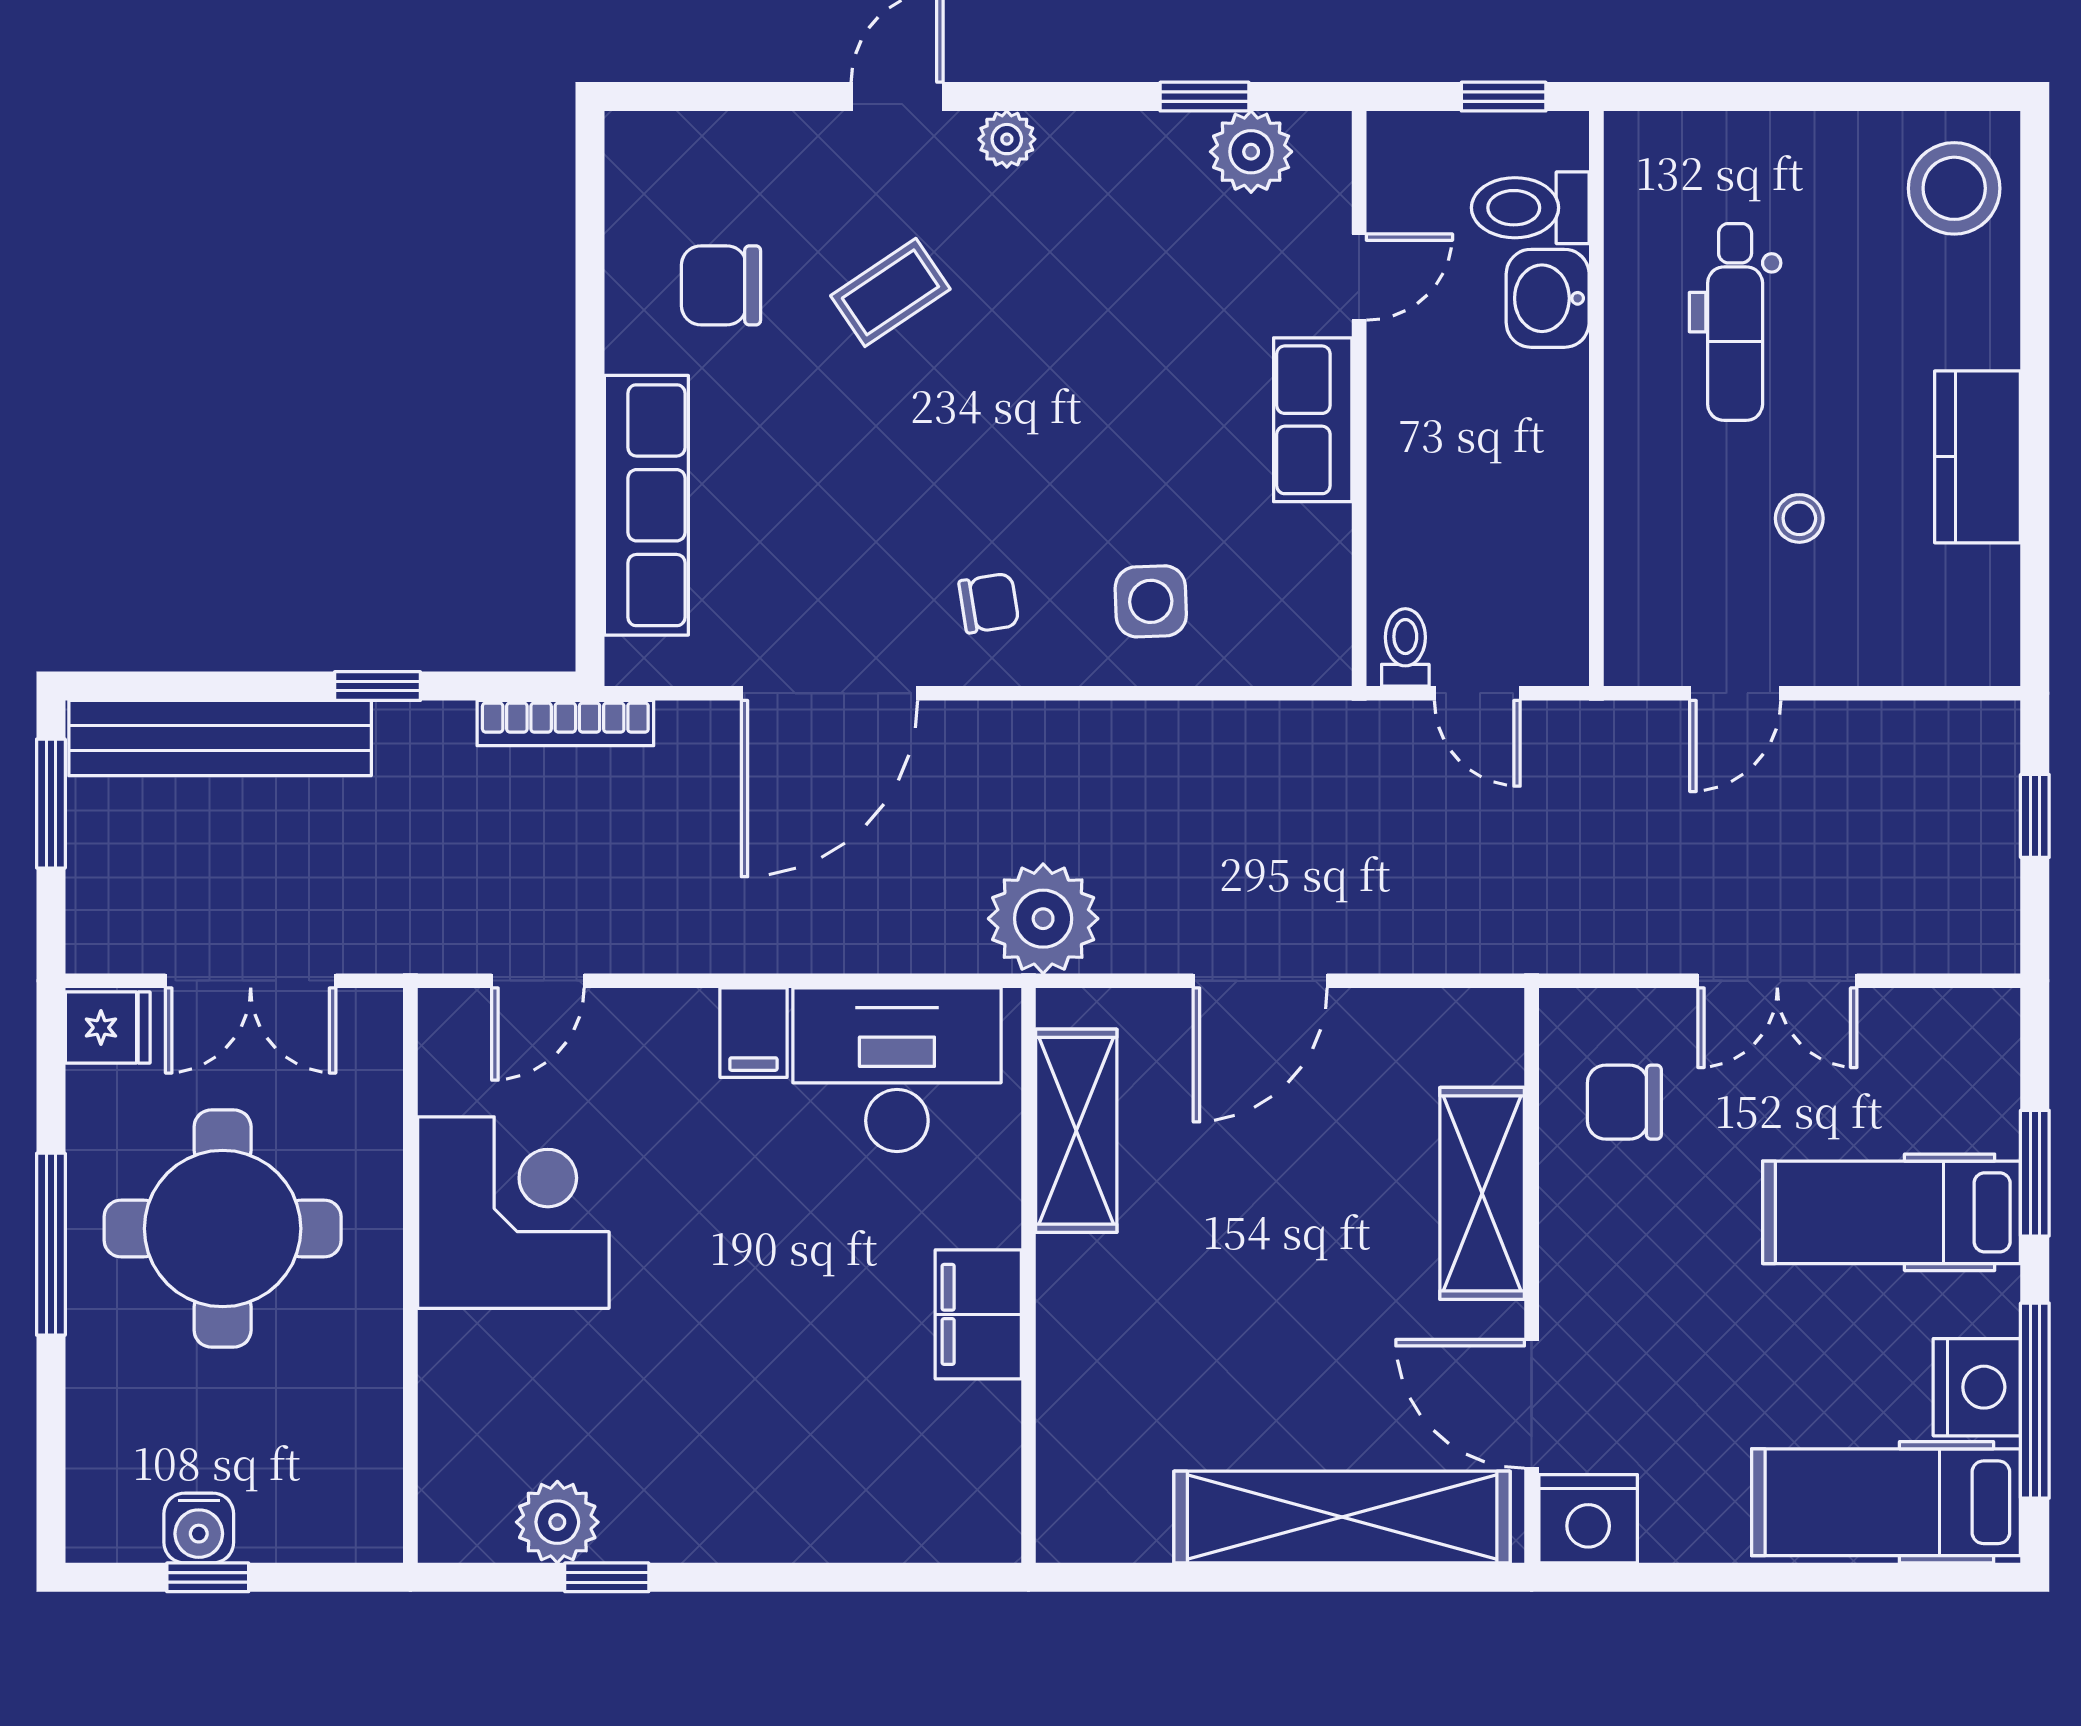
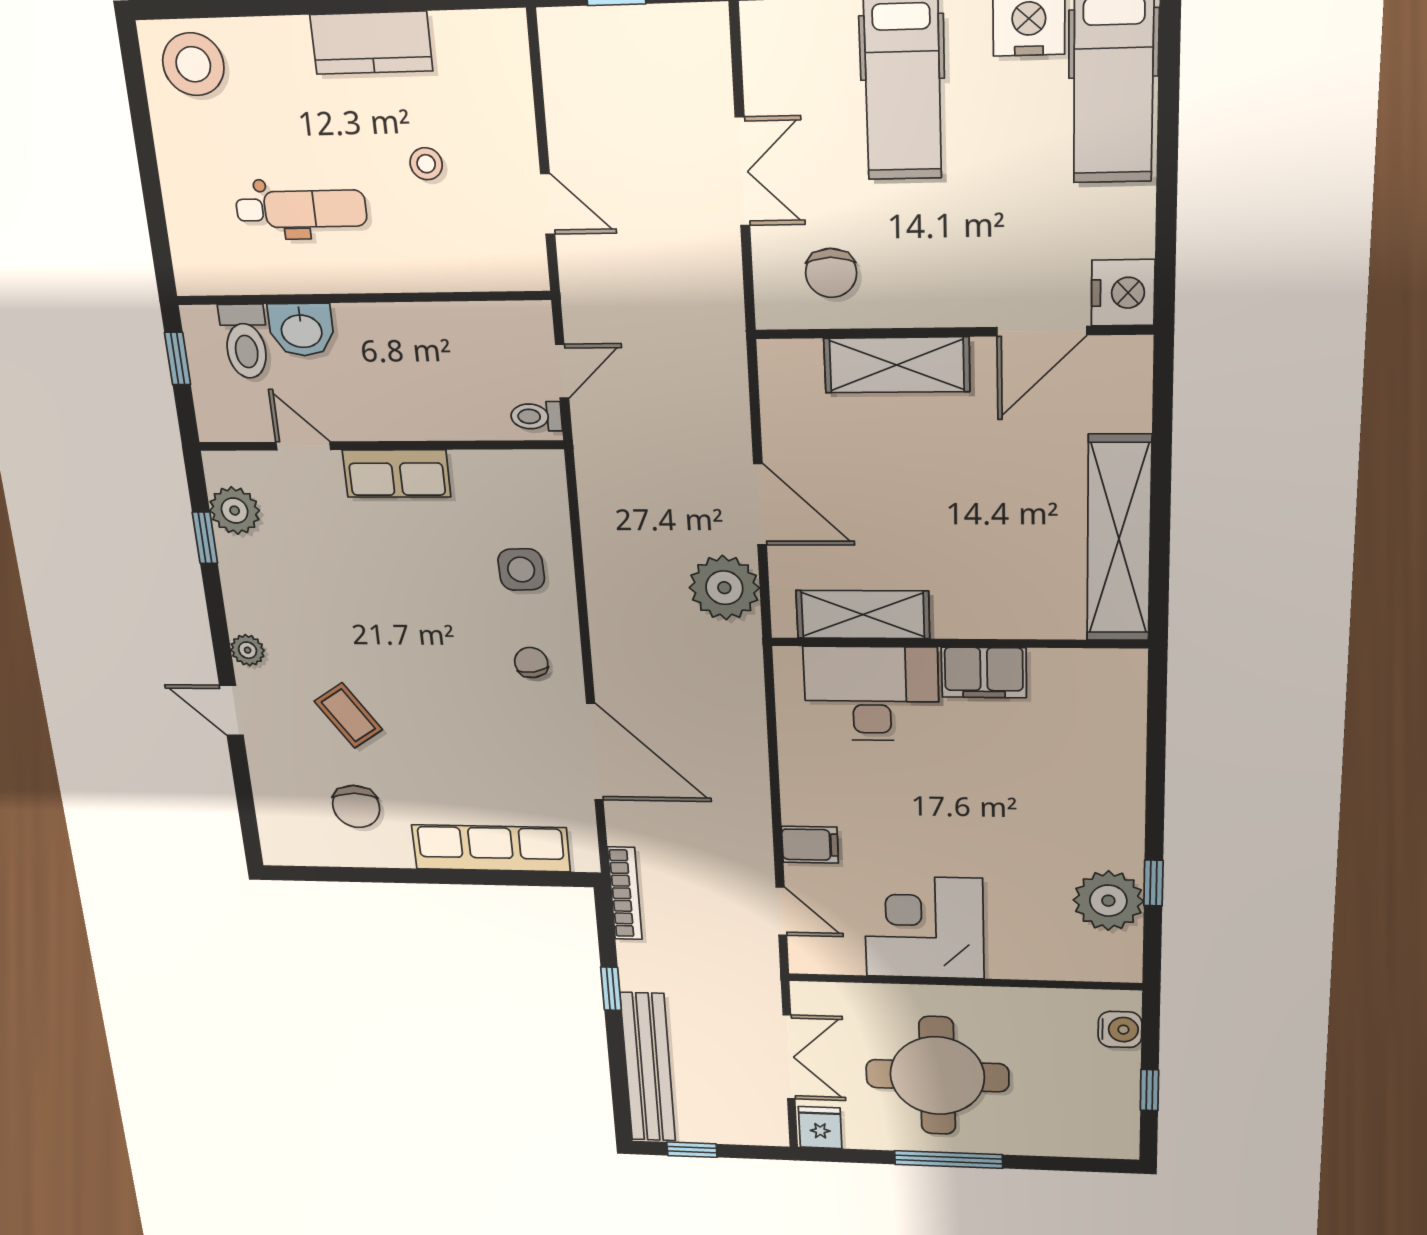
window: (51, 804) -> (692, 1150), width x0.67
plant: (1043, 919) -> (724, 588), moved
filing cabinet: (753, 1033) -> (810, 845), moved
desk: (897, 1070) -> (871, 694), moved, turned 90
shelving: (1342, 1517) -> (1119, 539), moved
plant: (557, 1522) -> (1108, 901), width x1.36, depth x1.36
water cooler: (199, 1528) -> (1120, 1029), moved

